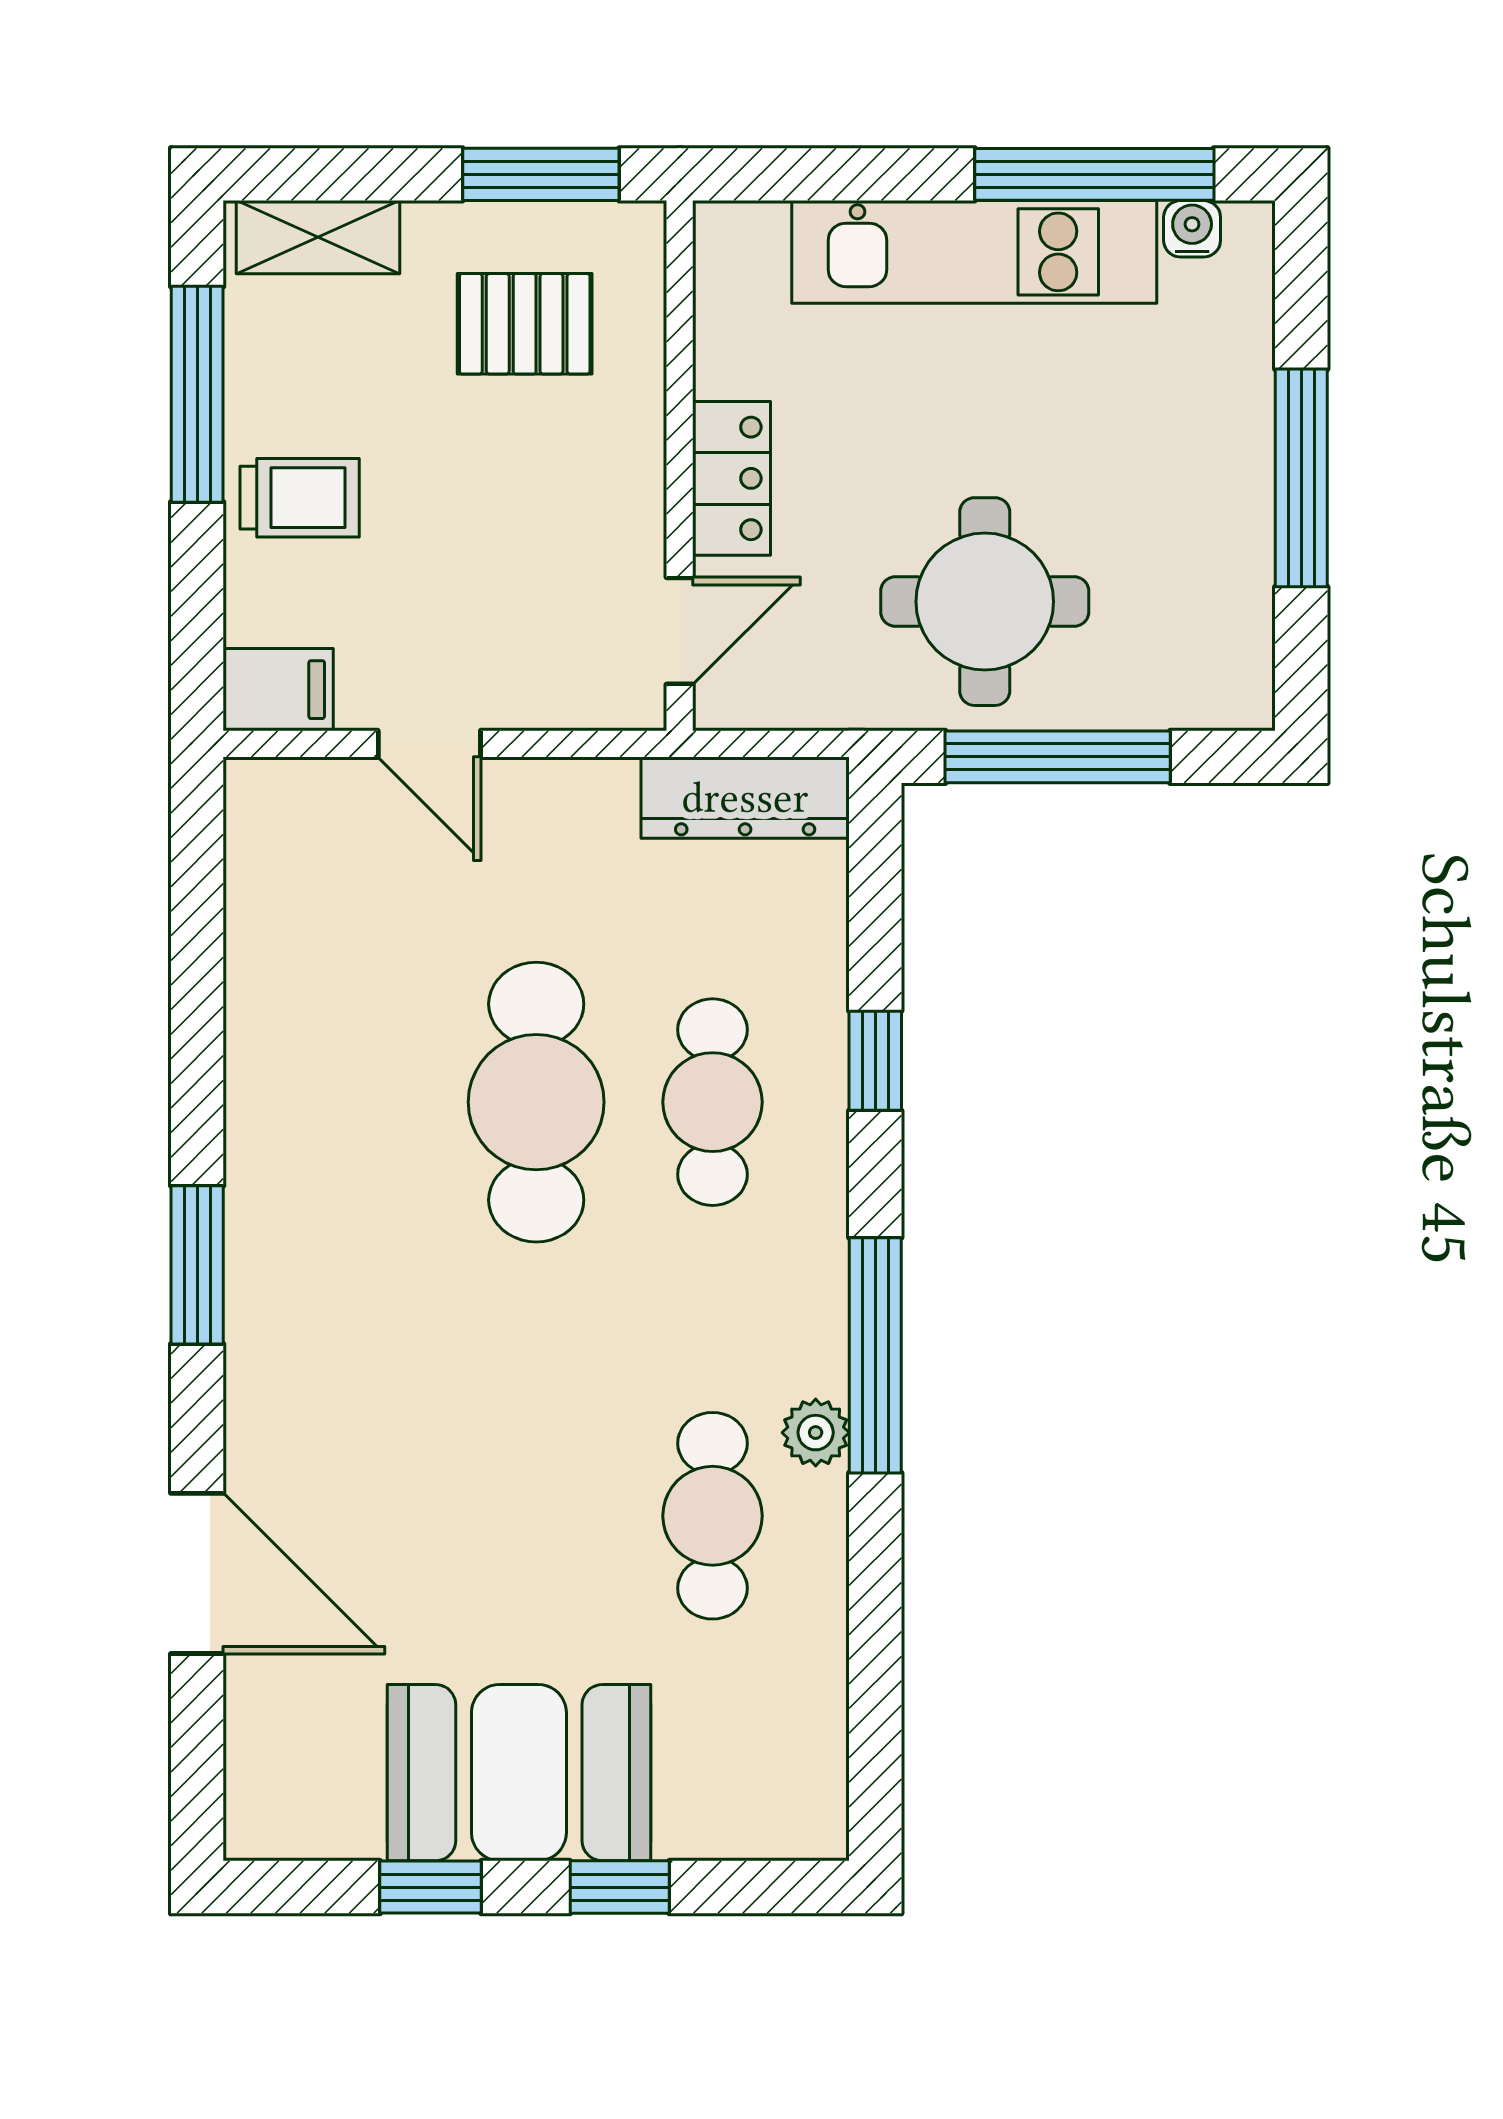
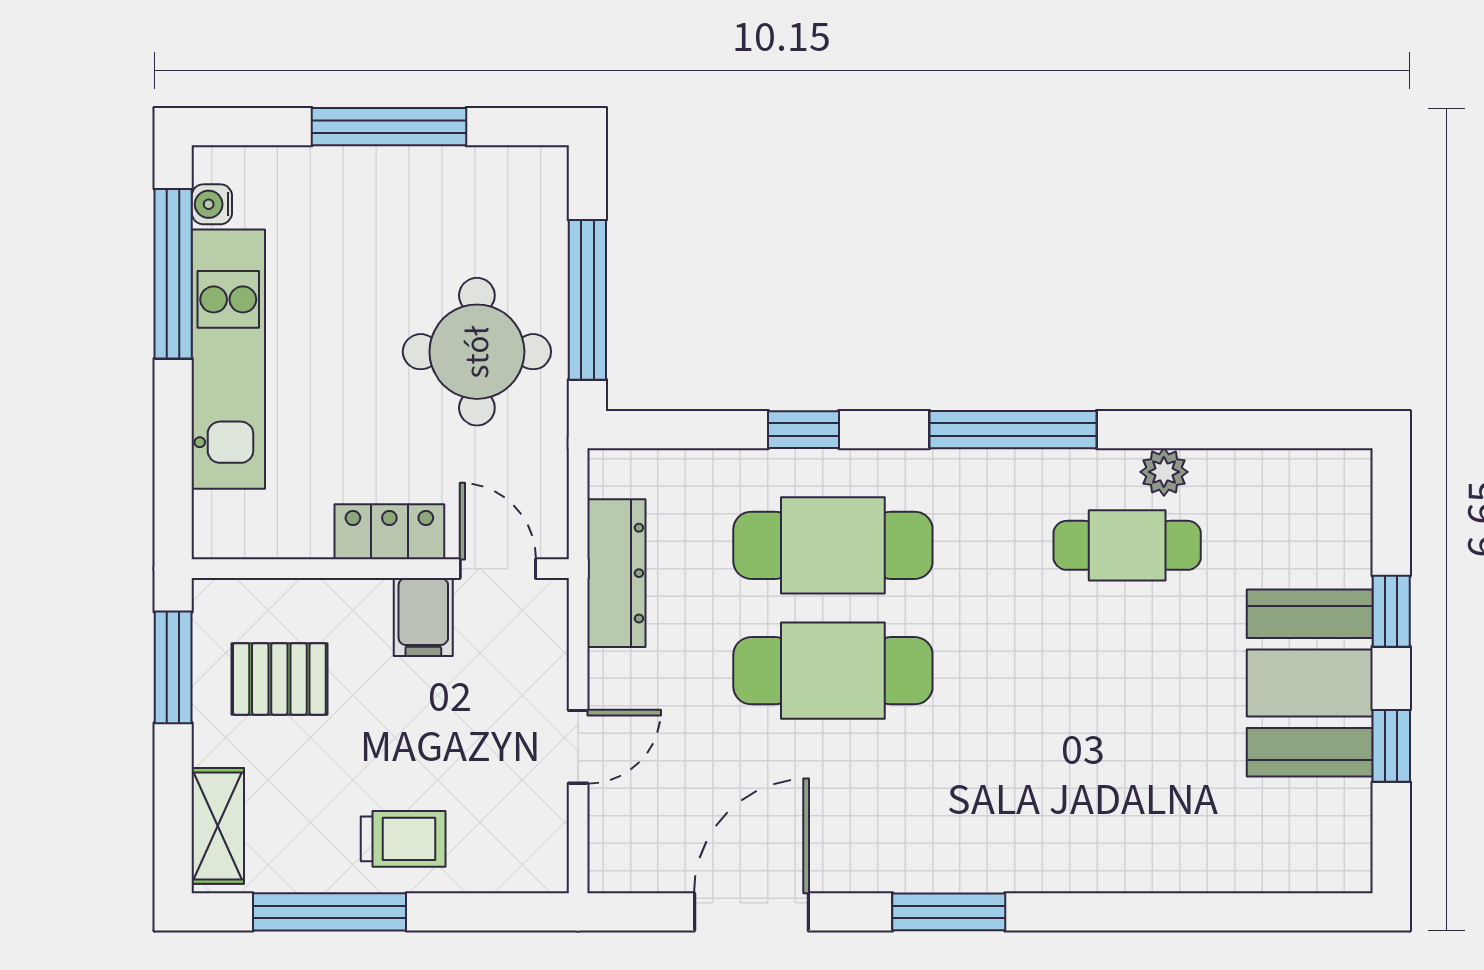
pallet: (525, 324) -> (279, 679), turned 90
trolley: (300, 498) -> (403, 839), turned 90
filing cabinet: (278, 690) -> (423, 617), moved, turned 180
dresser: (745, 798) -> (616, 573), moved
cafe table: (713, 1102) -> (833, 545), width x1.37, depth x1.35
plant: (816, 1433) -> (1164, 472), moved
door: (197, 1573) -> (751, 912), moved

